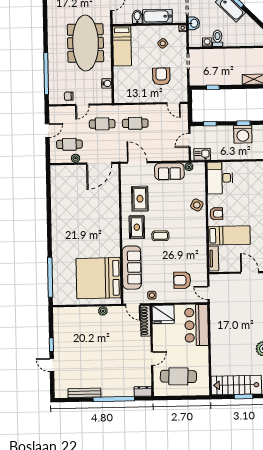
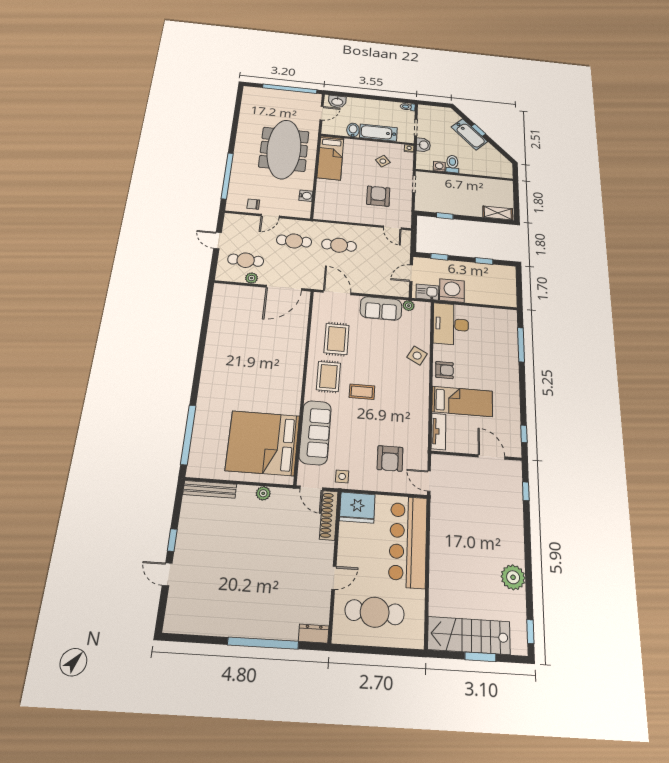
door: (47, 131) -> (218, 240), swing flipped
washing machine: (243, 134) -> (452, 291), moved, turned 180
armchair: (182, 280) -> (390, 458), turned -90
bar counter: (197, 325) -> (408, 541), width x1.36
bench: (84, 393) -> (210, 489), moved

